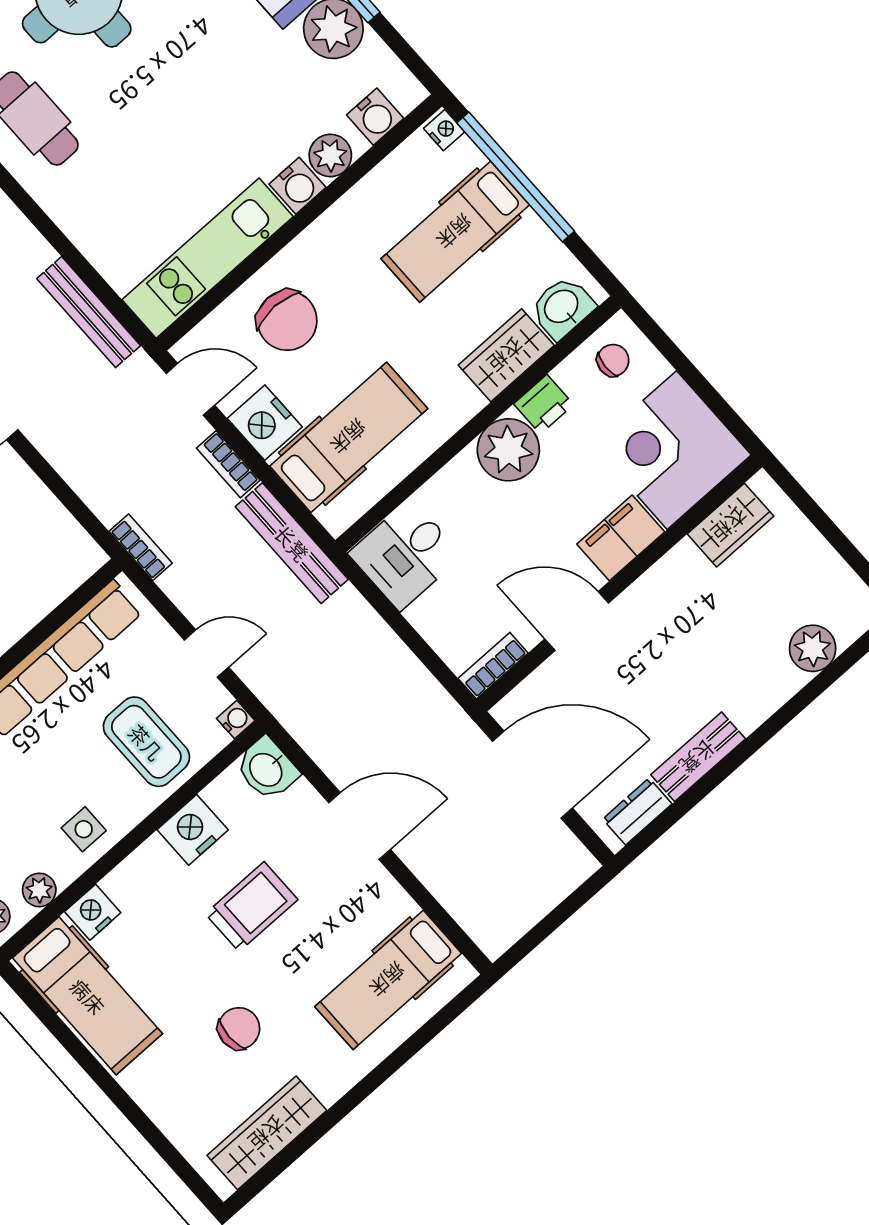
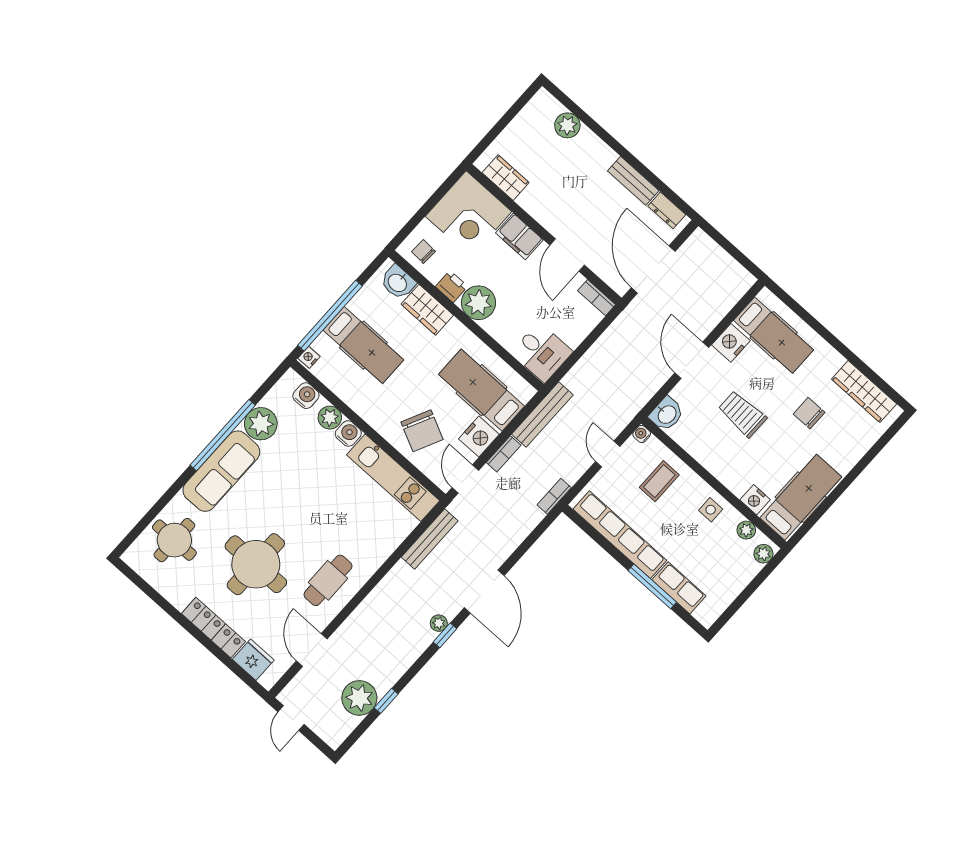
chair: (287, 320) -> (422, 431), turned 116
coffee table: (146, 742) -> (659, 481), width x0.73, depth x0.77
nightstand: (193, 830) -> (731, 343), moved, turned 90

